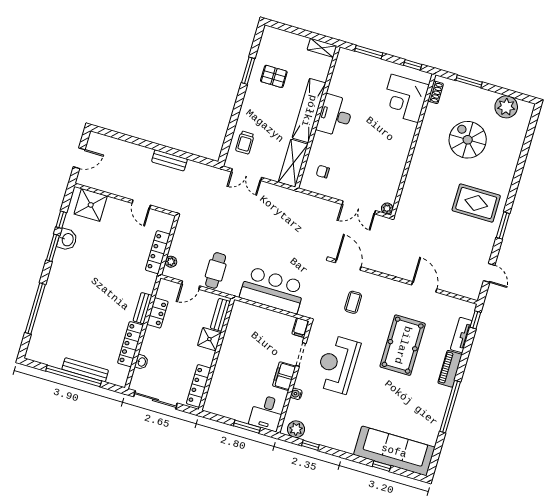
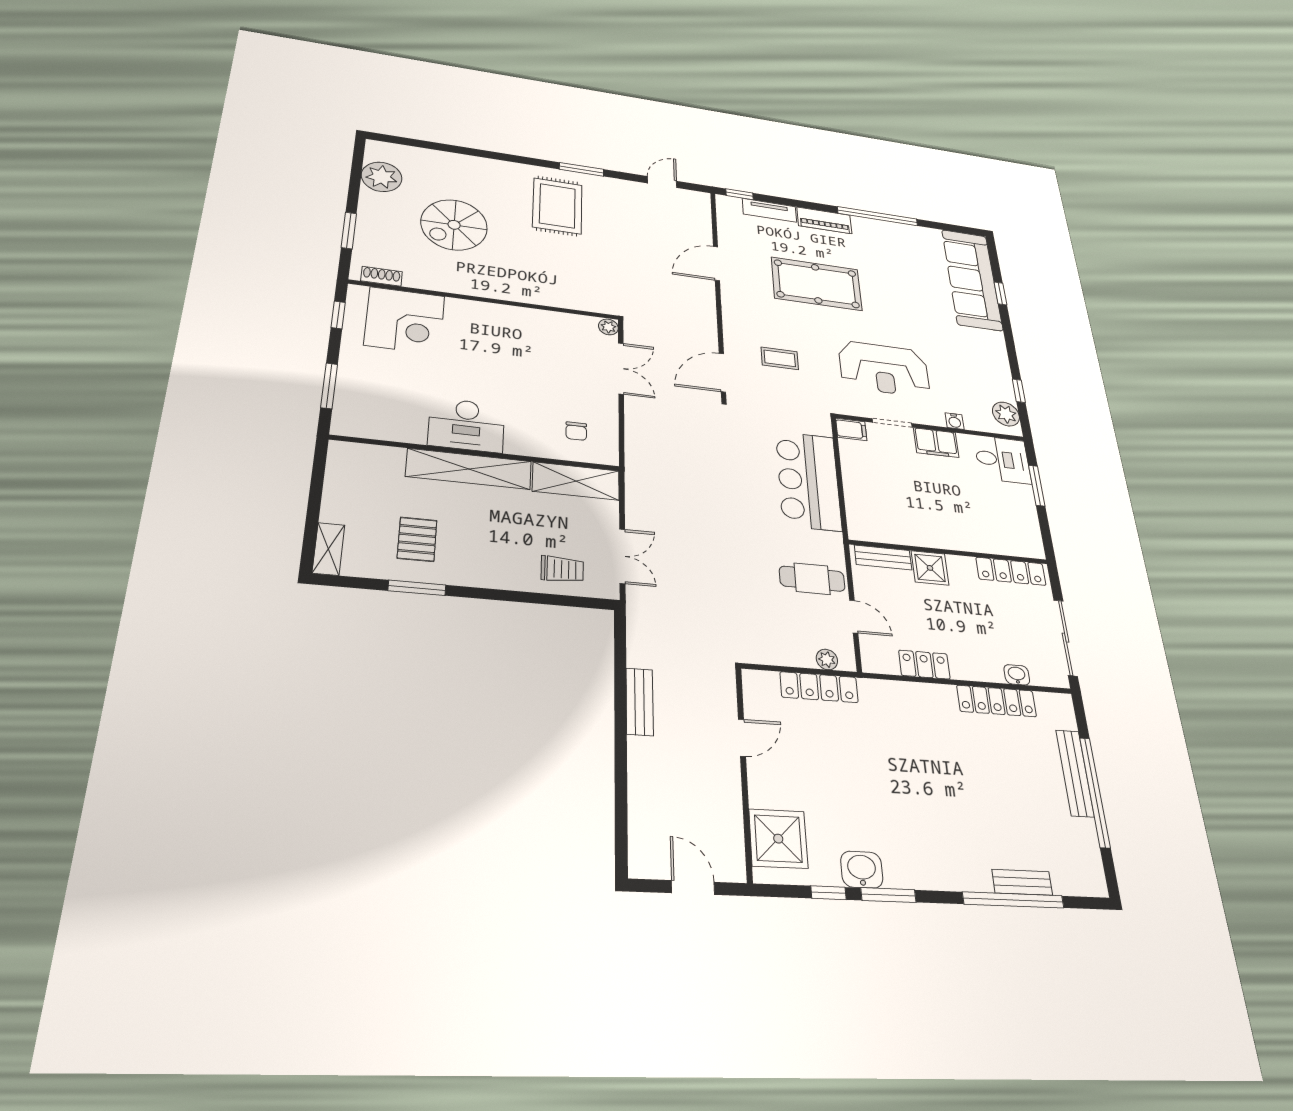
shelving: (322, 48) -> (328, 549), moved
bench: (143, 308) -> (1022, 882), moved

